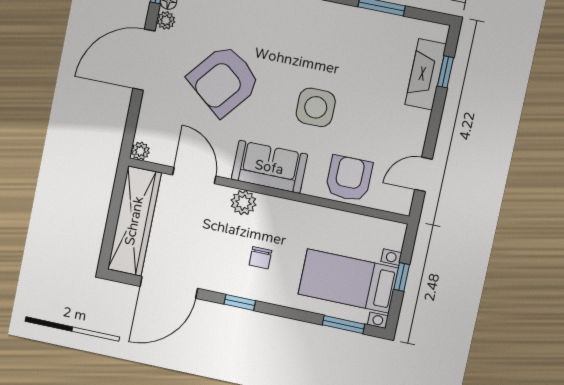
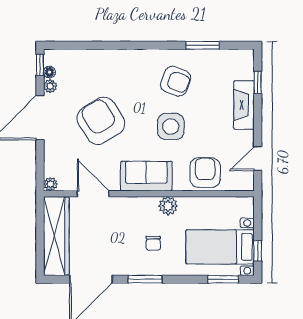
armchair: (335, 48) -> (176, 81), added
fireplace: (426, 74) -> (244, 105), moved
armchair: (224, 80) -> (101, 121), turned 109
plant: (243, 203) -> (168, 206), moved
window: (402, 277) -> (258, 251), moved
window: (240, 302) -> (145, 279), width x1.50

